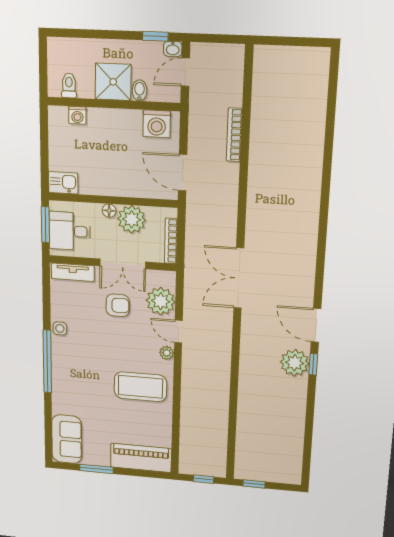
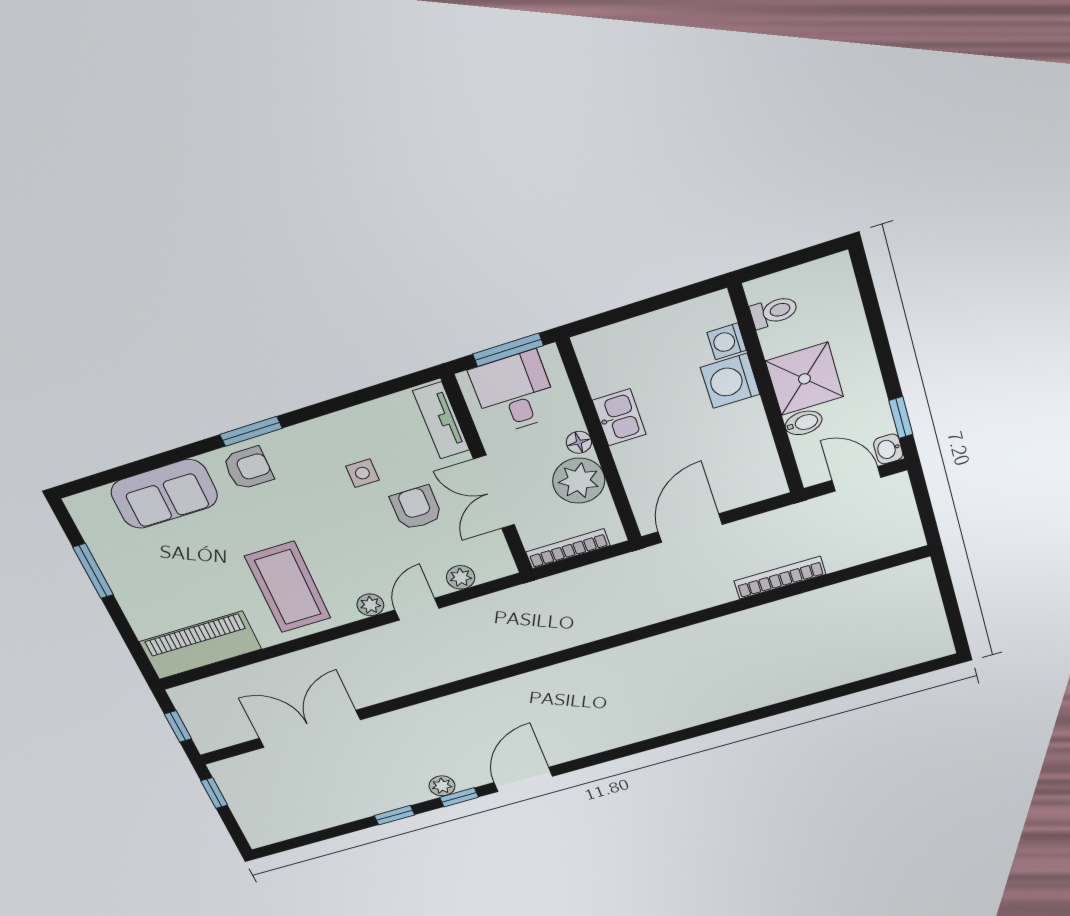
washing machine: (157, 124) -> (730, 381), moved
kitchen sink: (63, 183) -> (619, 417), moved
double door: (239, 278) -> (310, 729), moved
plant: (161, 301) -> (461, 577), width x0.53, depth x0.53
armchair: (118, 305) -> (416, 508), turned 180
side table: (60, 328) -> (362, 473), moved
window: (47, 361) -> (251, 431), width x0.47
plant: (295, 363) -> (442, 786), width x0.53, depth x0.53
armchair: (66, 372) -> (248, 468), added
window: (311, 403) -> (394, 815), added
sofa: (67, 439) -> (164, 494), moved
piano: (141, 458) -> (200, 645), moved, turned -90

